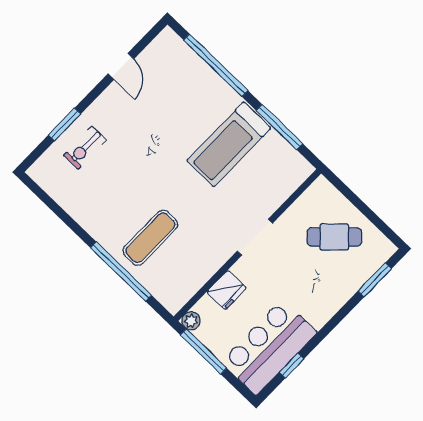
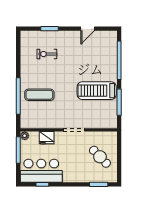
exercise bike: (85, 148) -> (47, 54), moved

